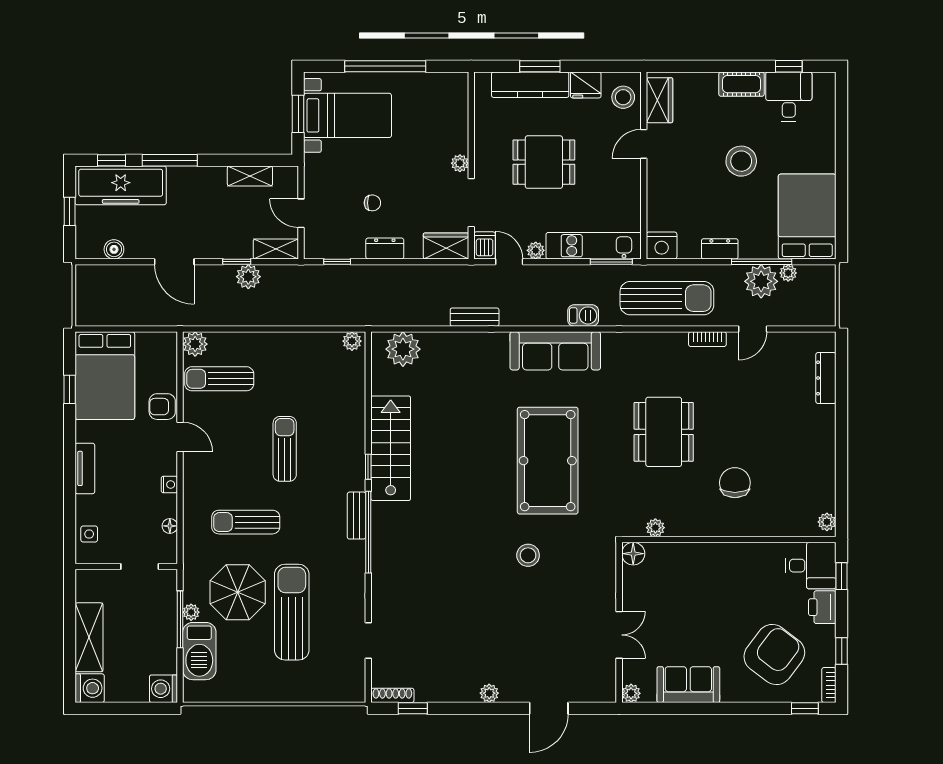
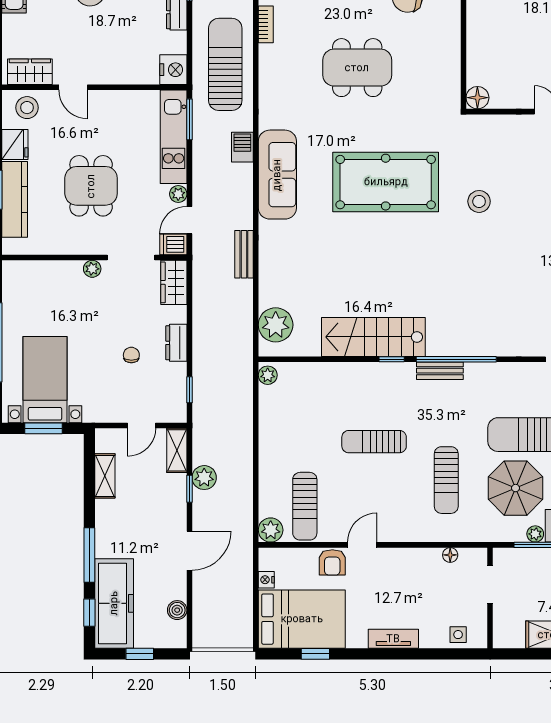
nightstand: (169, 484) -> (266, 580), moved, turned -90
plant: (655, 528) -> (452, 76), removed

